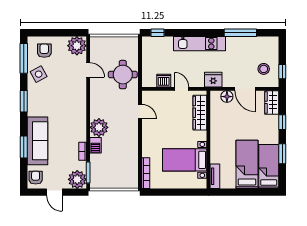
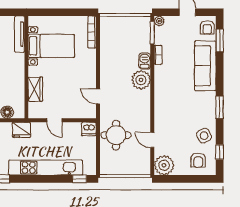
kitchen unit: (199, 44) -> (46, 168), width x1.36
window: (24, 58) -> (220, 152), width x0.46
dishwasher: (164, 81) -> (89, 129), moved
wardrobe: (200, 113) -> (35, 89), width x0.67
window: (24, 147) -> (220, 41), moved
tv unit: (215, 176) -> (20, 34), width x1.41
plant: (77, 179) -> (159, 21), width x0.53, depth x0.53

